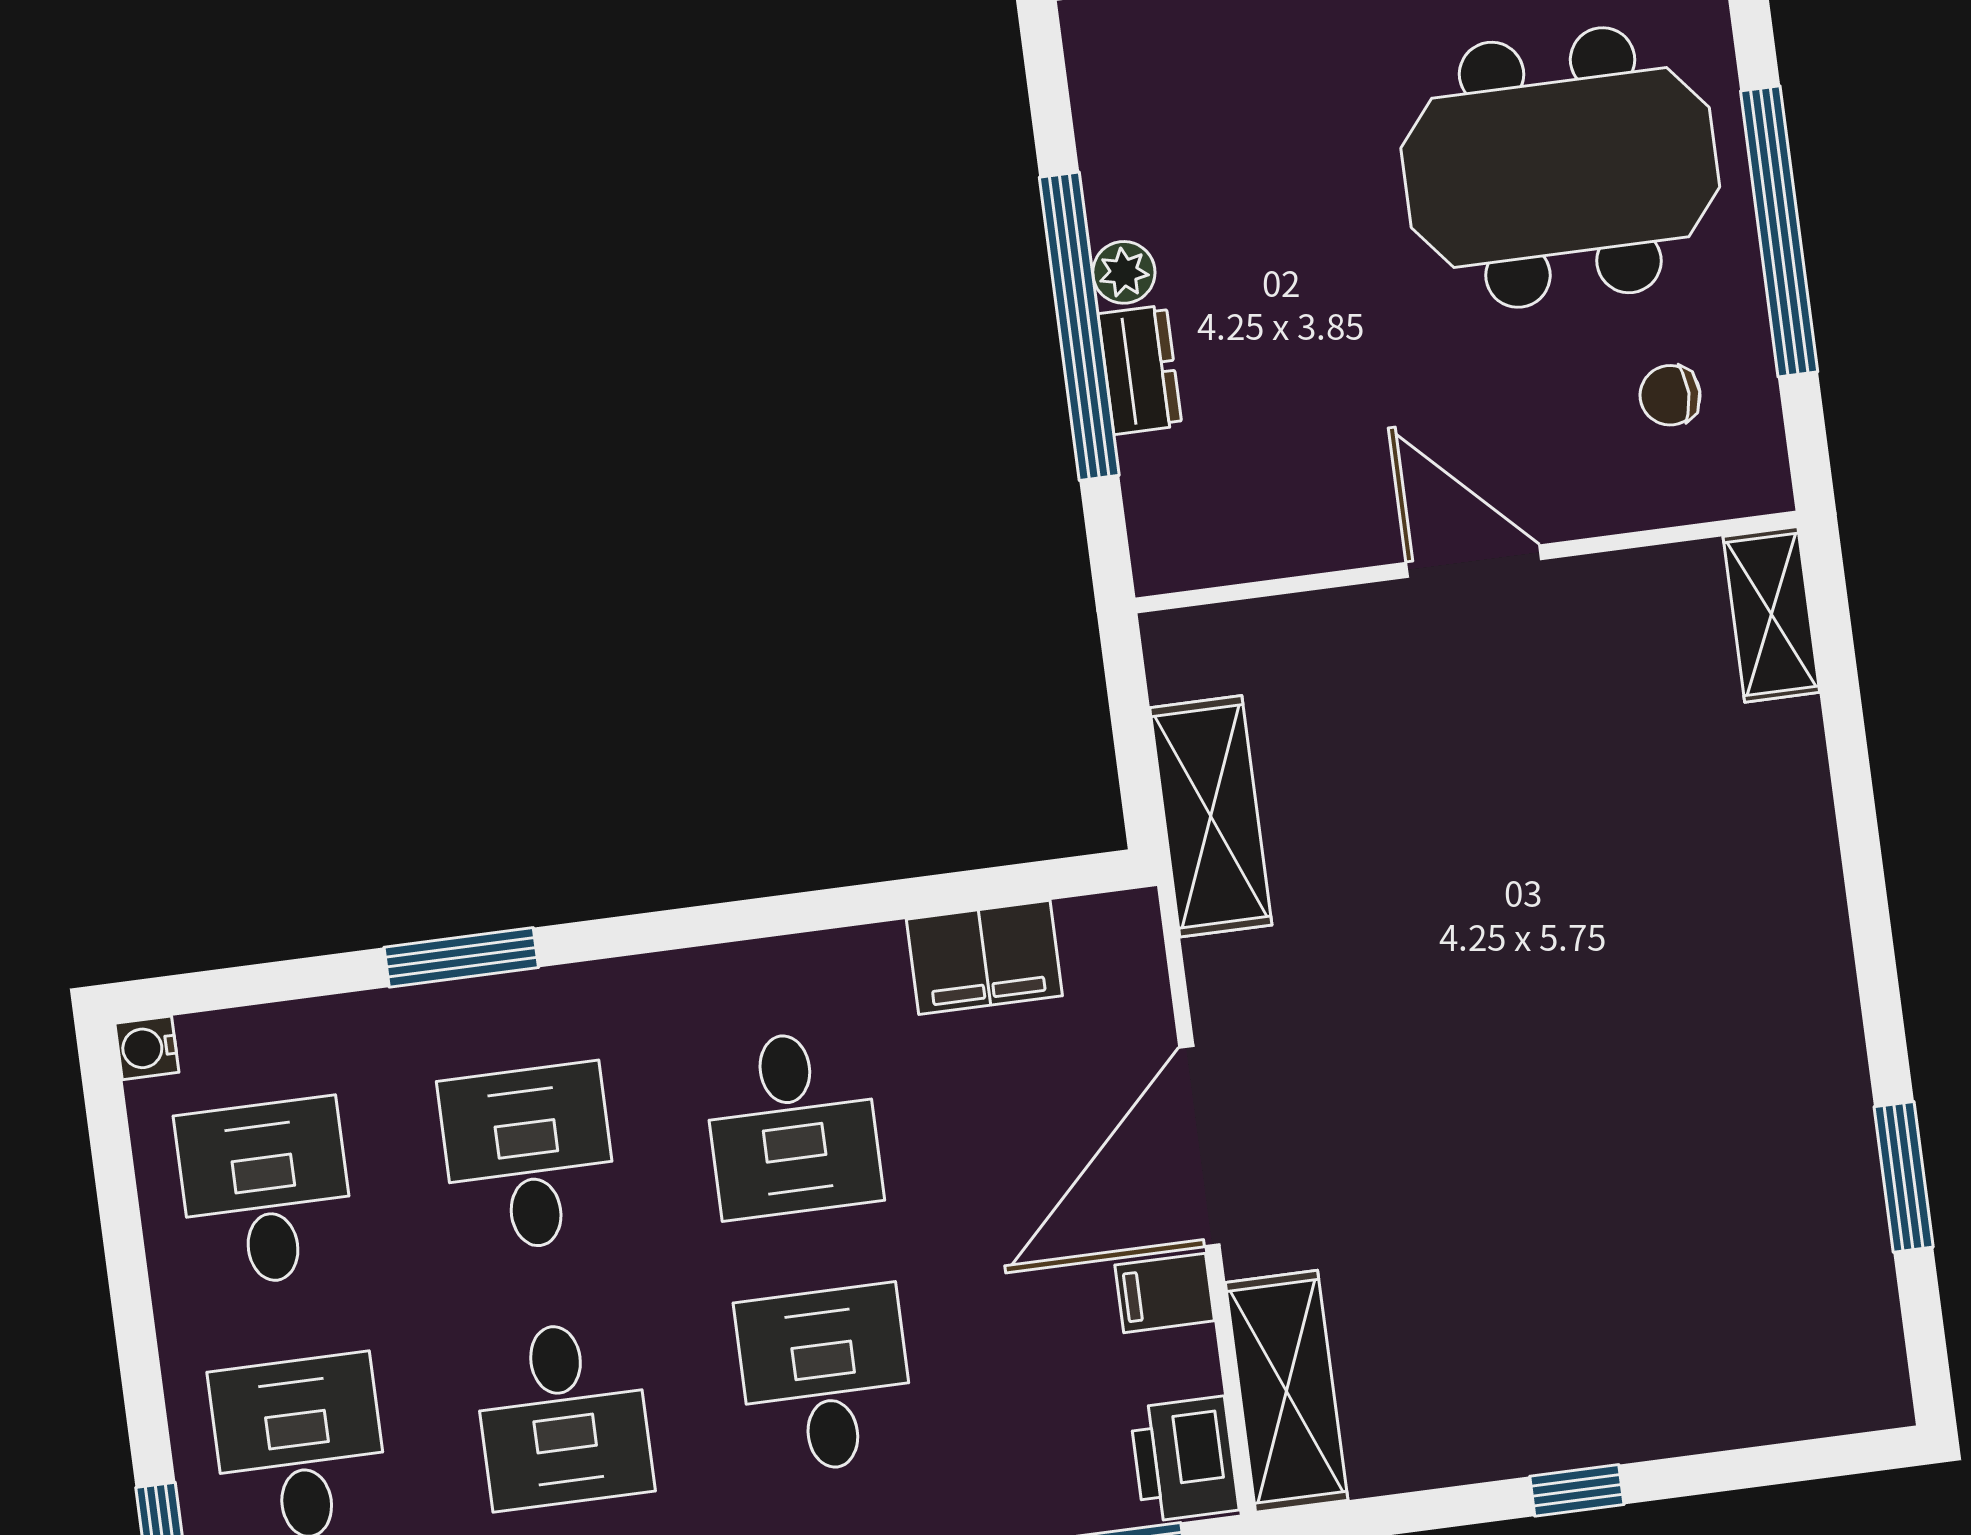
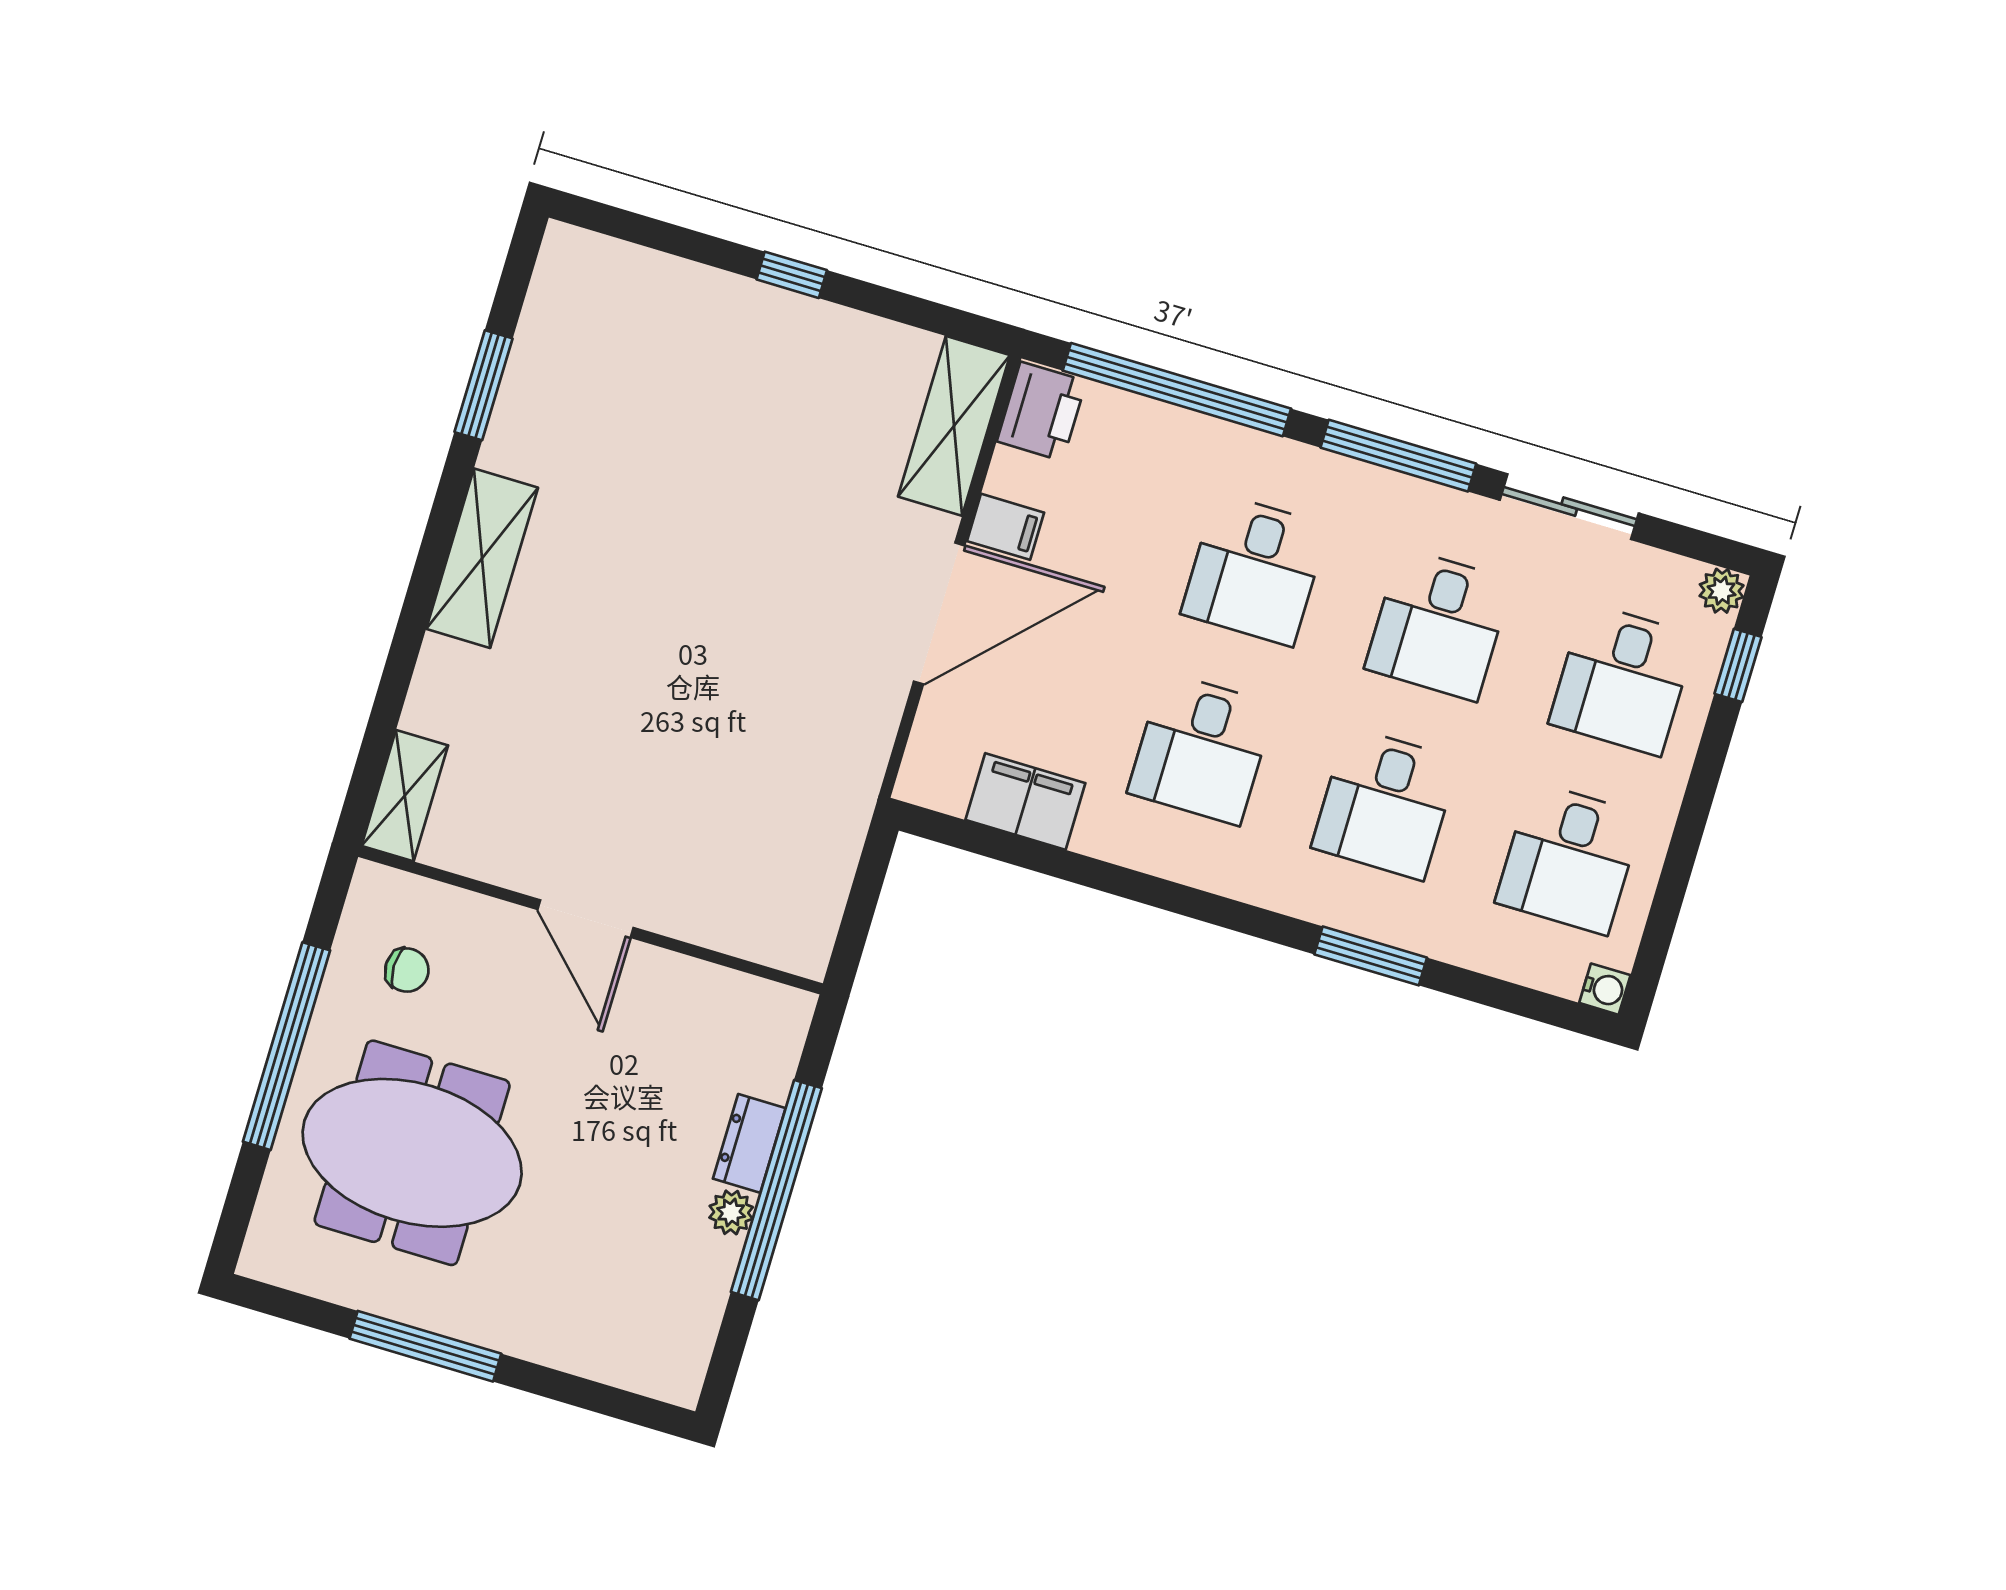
shelving: (1211, 816) -> (482, 558), moved
desk: (792, 1124) -> (1201, 749), turned 180
desk: (563, 1414) -> (1439, 624), turned 180

